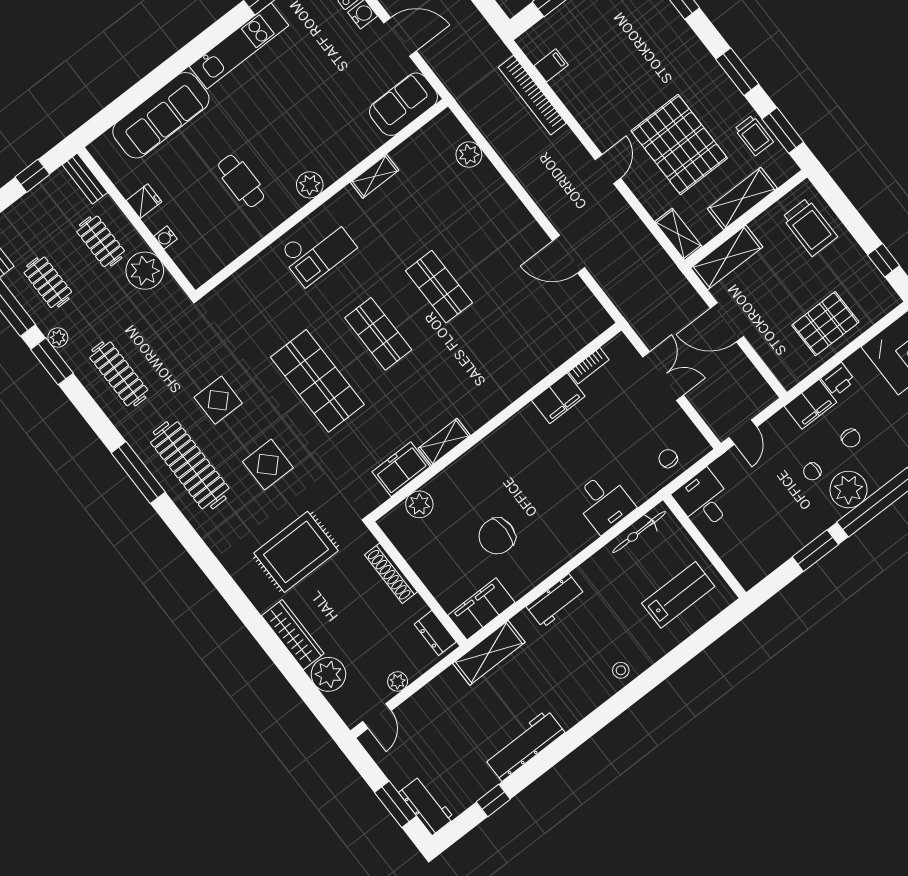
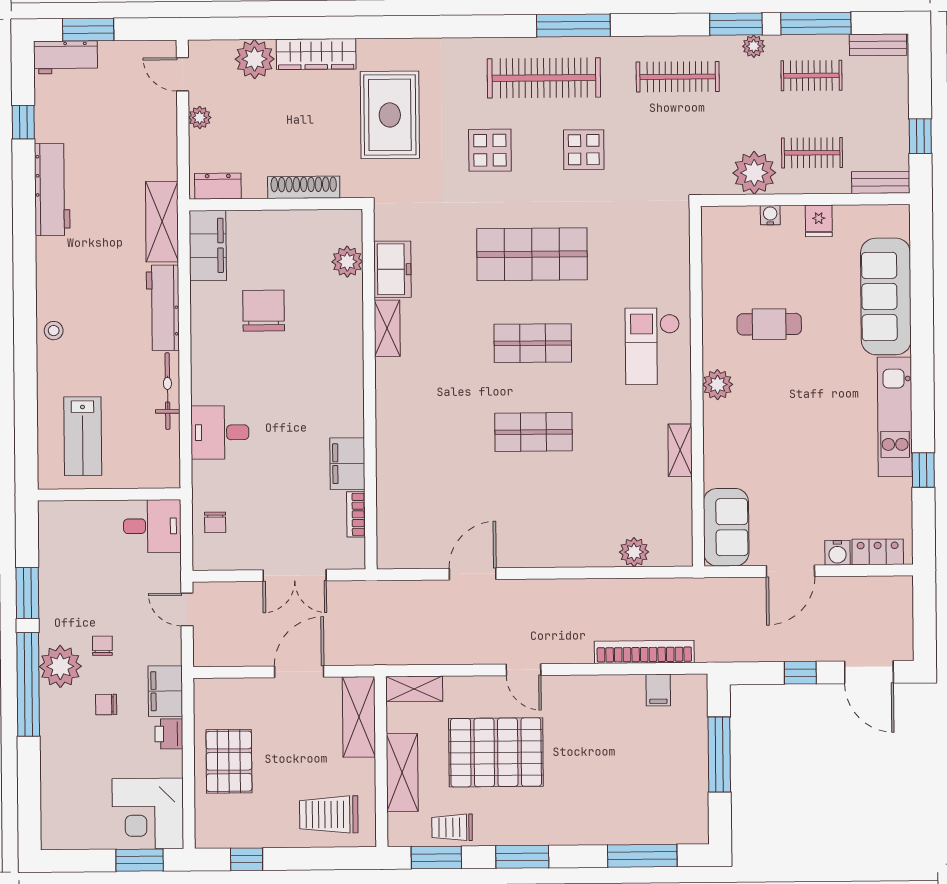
chair: (668, 459) -> (215, 522), turned 90
bicycle: (639, 532) -> (168, 391), moved
workbench: (556, 601) -> (163, 308), width x1.38

